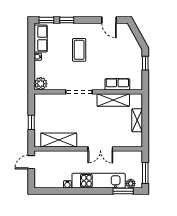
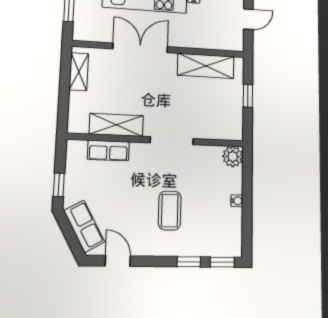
row of seats: (41, 38) -> (84, 226), moved, turned 151
shelving: (137, 120) -> (79, 72), moved
double door: (100, 149) -> (140, 48), width x1.37
door: (31, 162) -> (248, 19), moved

